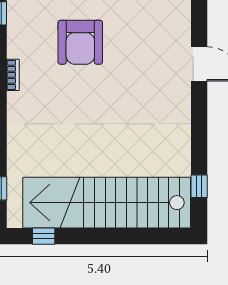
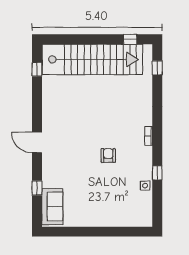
armchair: (80, 42) -> (108, 155), width x0.53, depth x0.53

